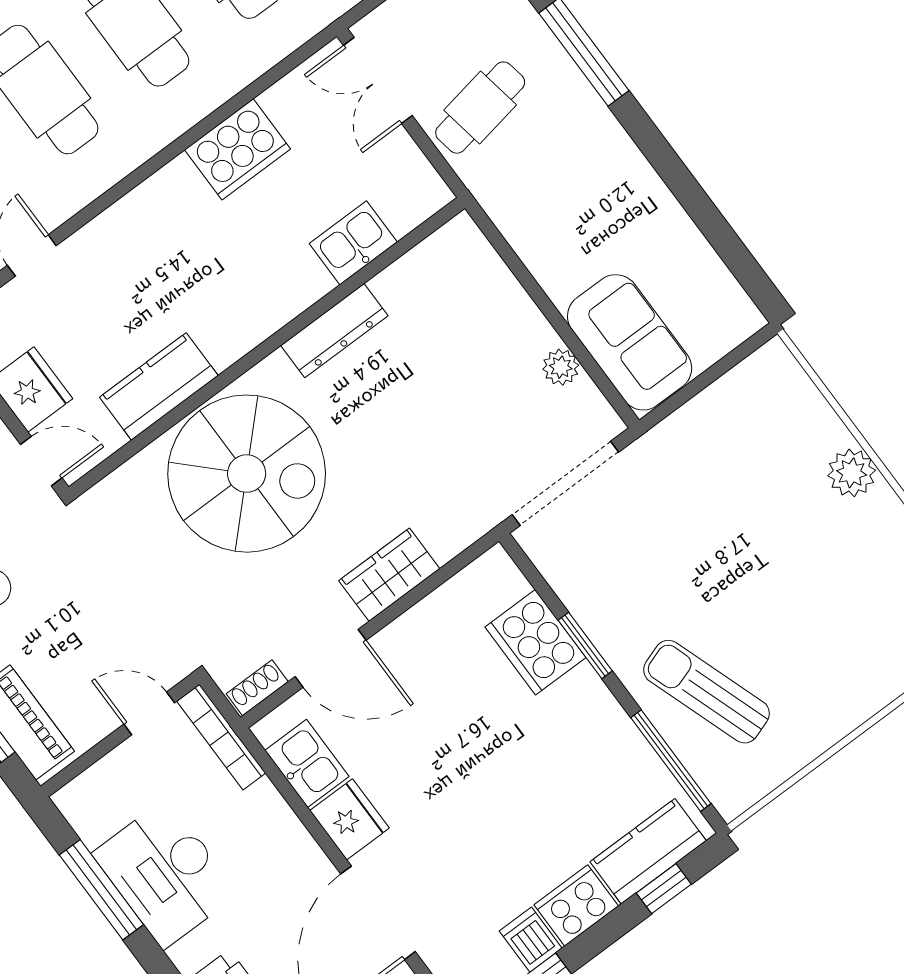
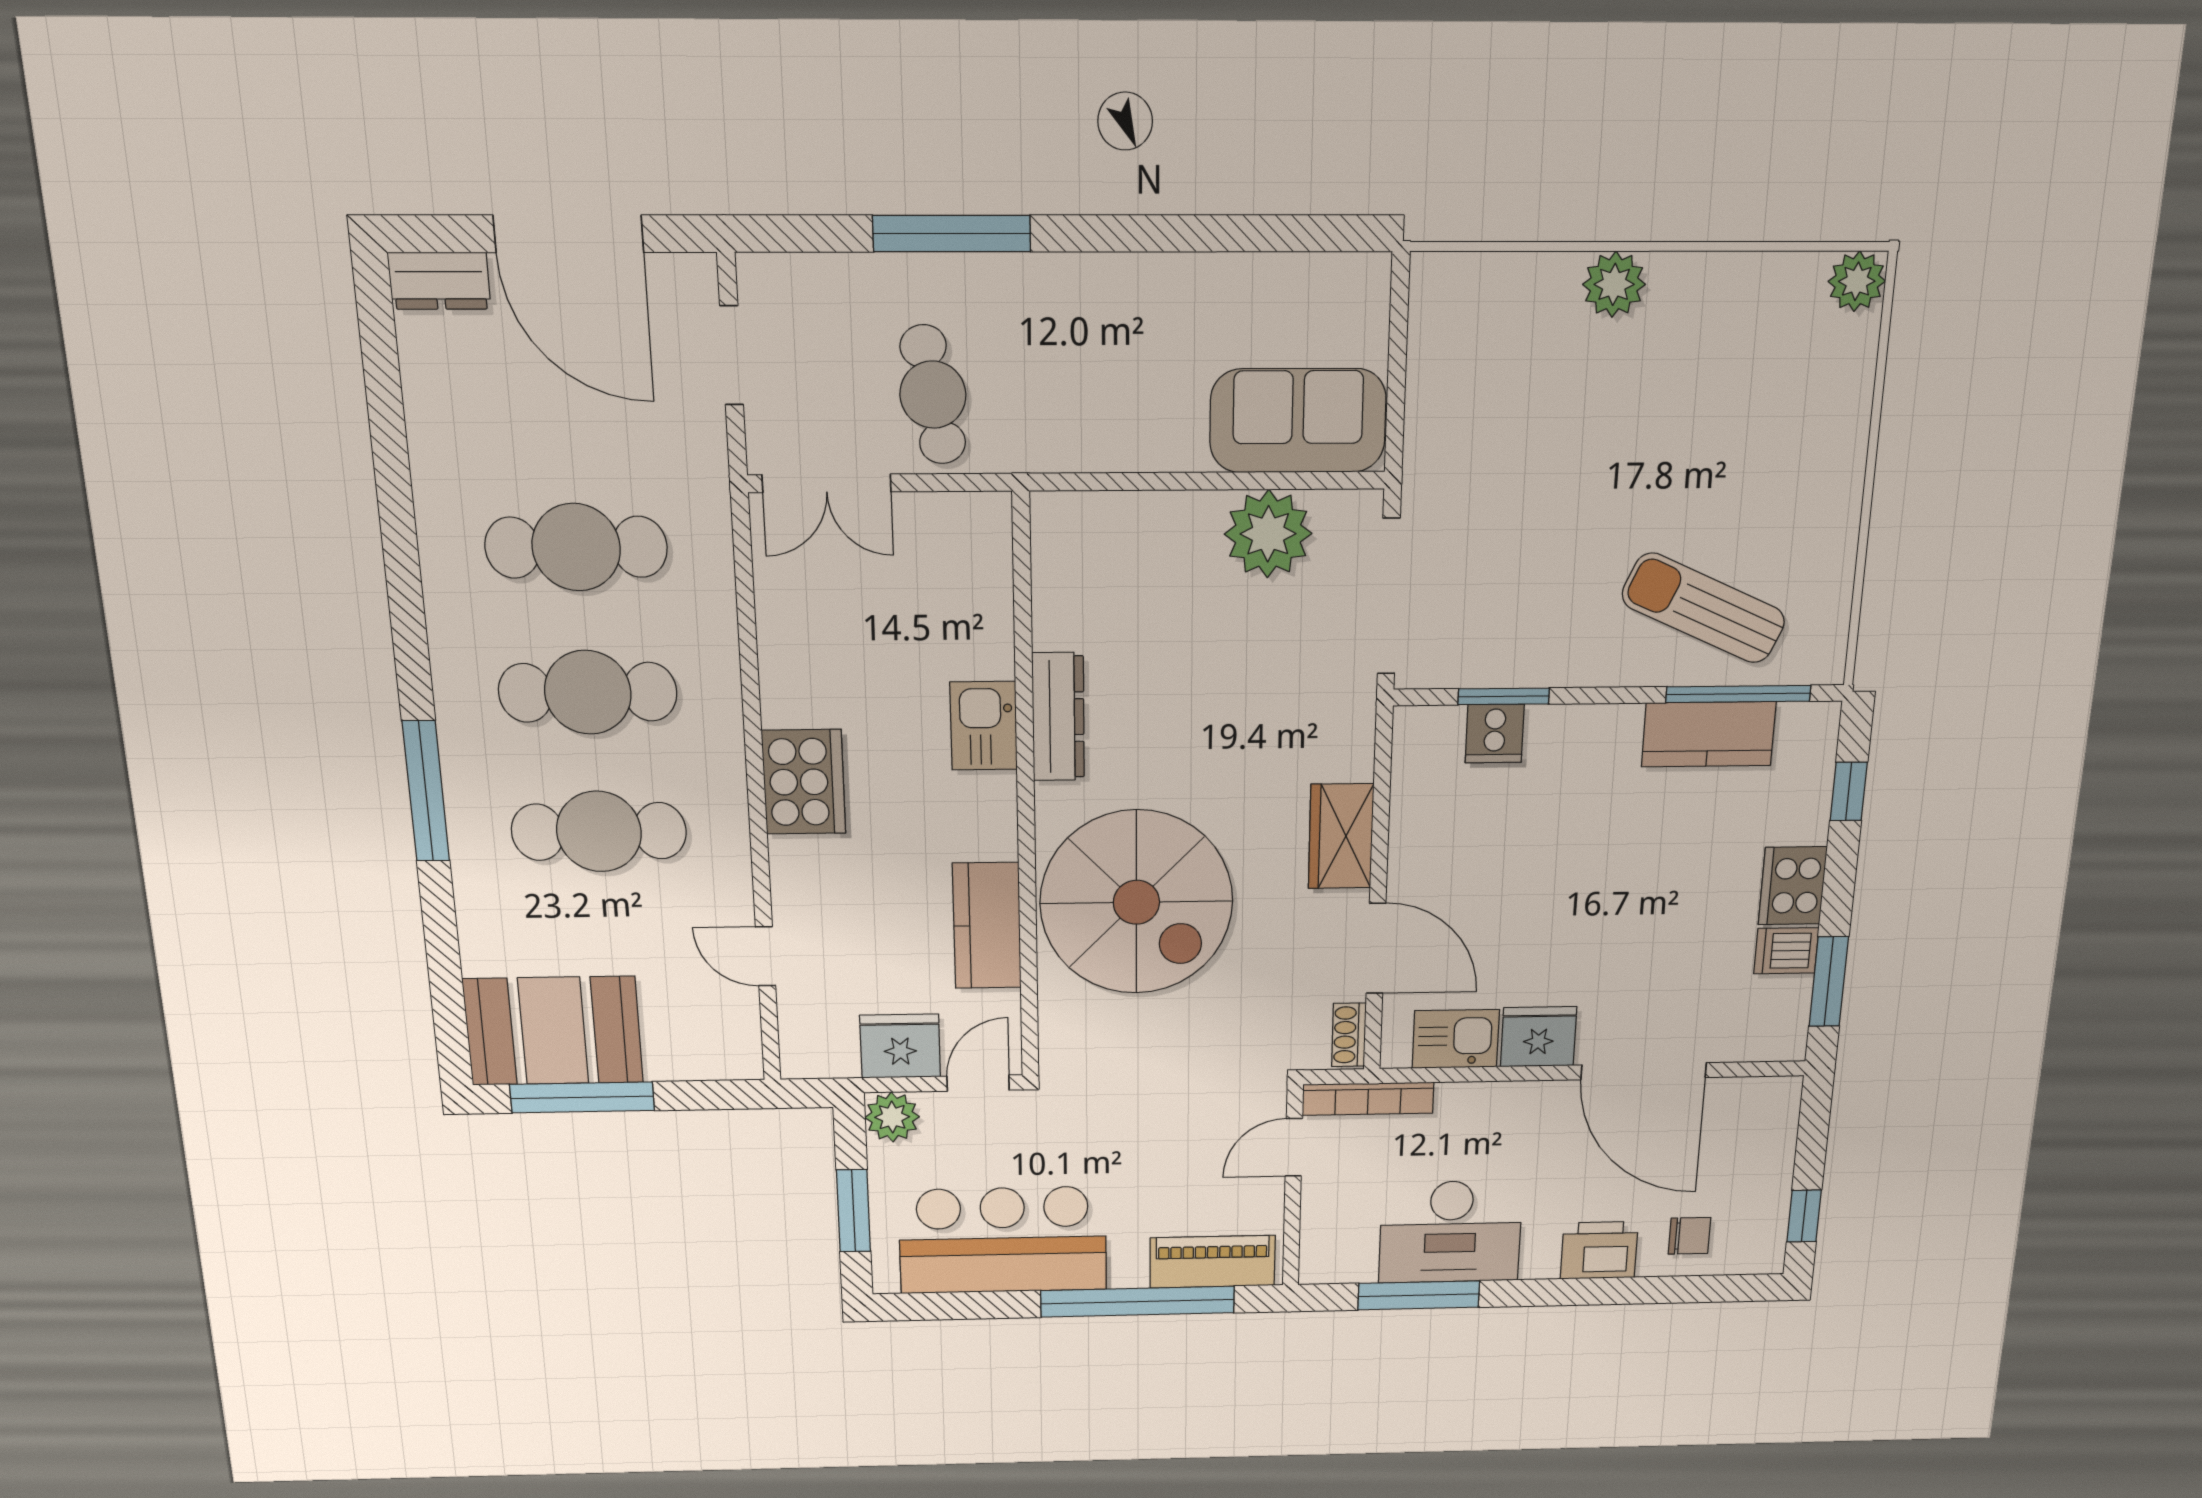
cooker: (238, 149) -> (804, 782), moved
kitchen sink: (353, 243) -> (984, 726), moved
plant: (561, 367) -> (1268, 534), width x1.88, depth x1.88
spiral stairs: (247, 474) -> (1136, 902), turned 90
cooker: (535, 642) -> (1495, 734), width x0.53, depth x0.76
window: (585, 646) -> (1504, 696), moved
door: (331, 658) -> (1376, 948), hinge flipped
sun lounger: (706, 692) -> (1704, 608), turned 43
kitchen counter: (648, 851) -> (1709, 734), moved, turned -90

